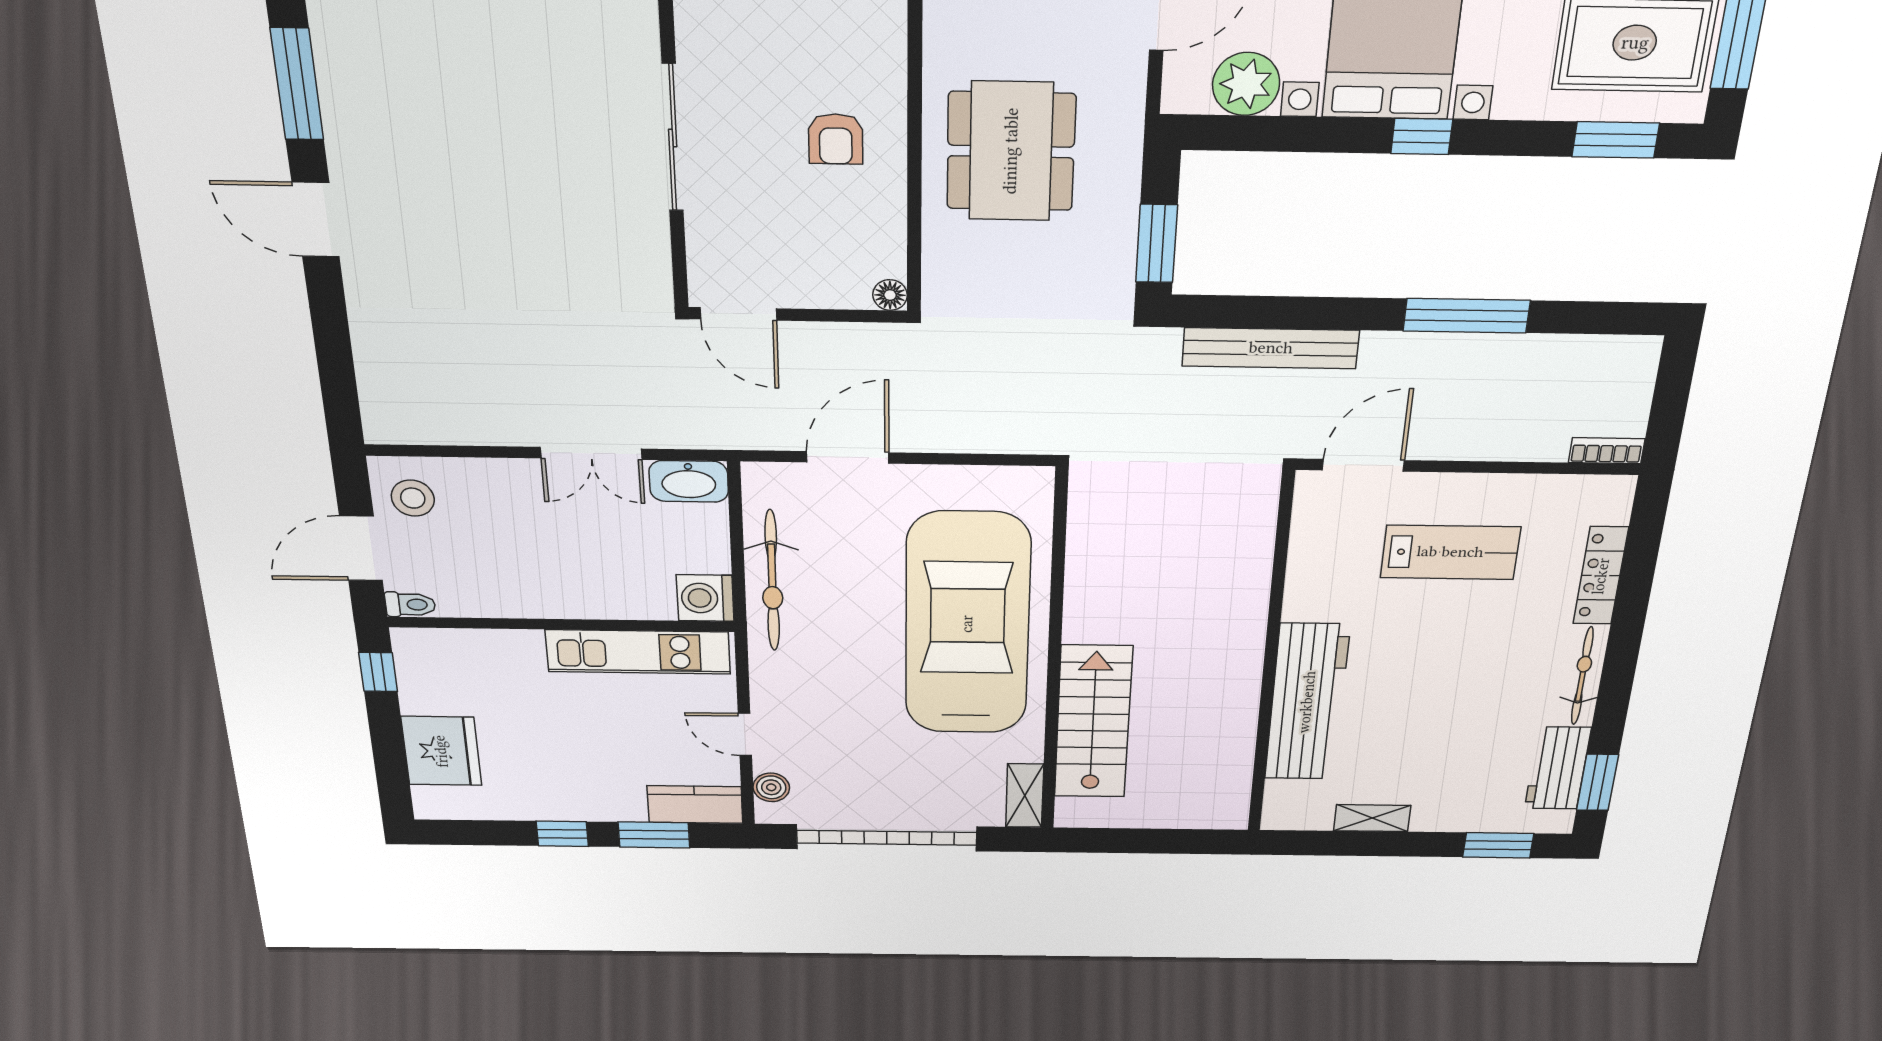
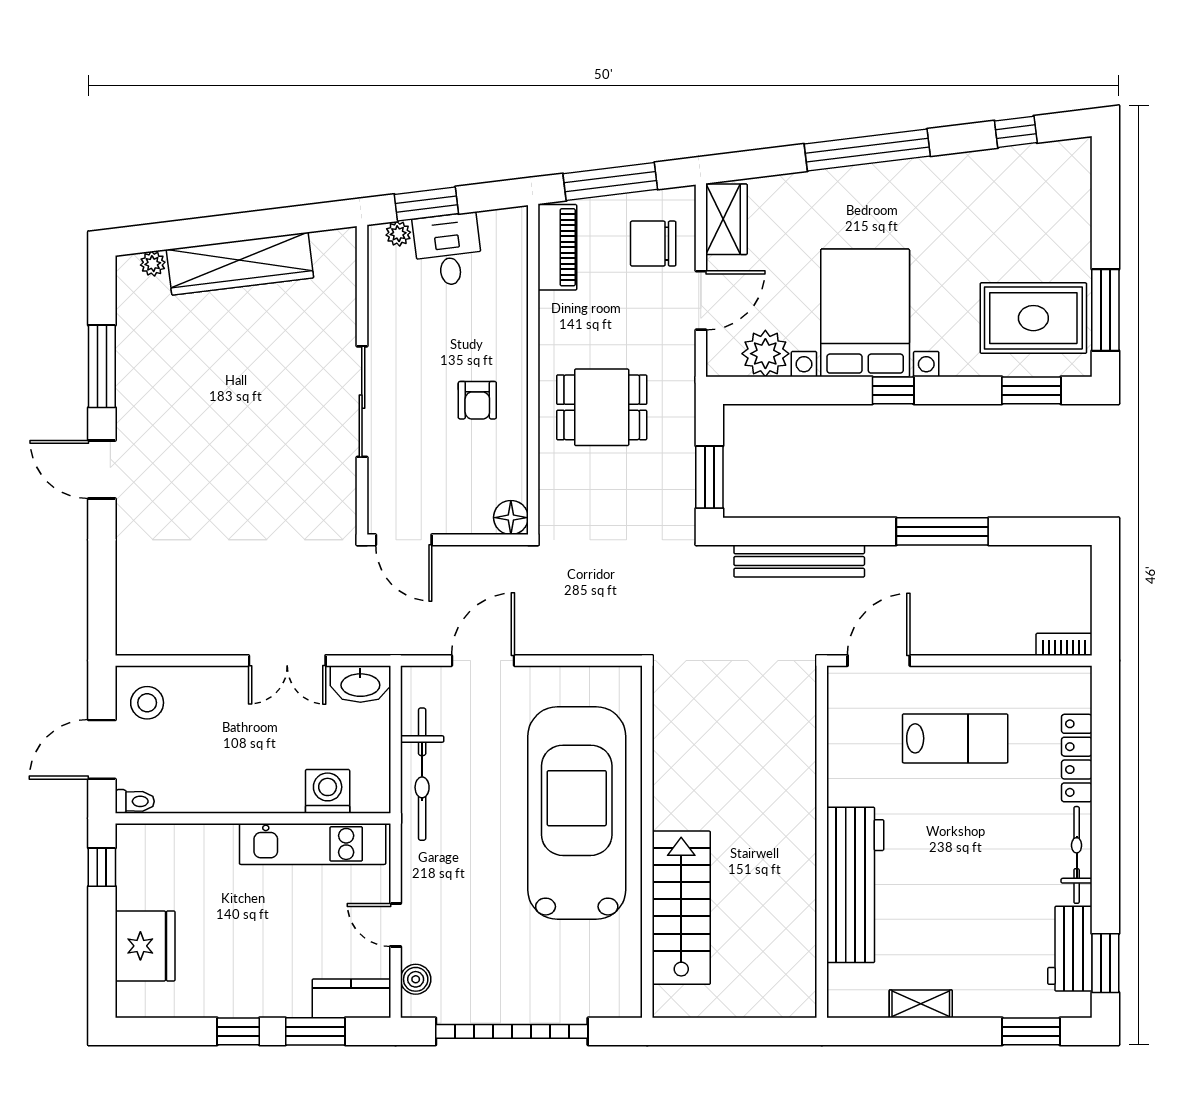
dining table: (1011, 151) -> (602, 407), width x0.73
floor lamp: (890, 295) -> (511, 518), width x1.37, depth x1.37
washing machine: (705, 598) -> (328, 791), moved, turned 90
shelving: (1025, 796) -> (627, 985), removed

